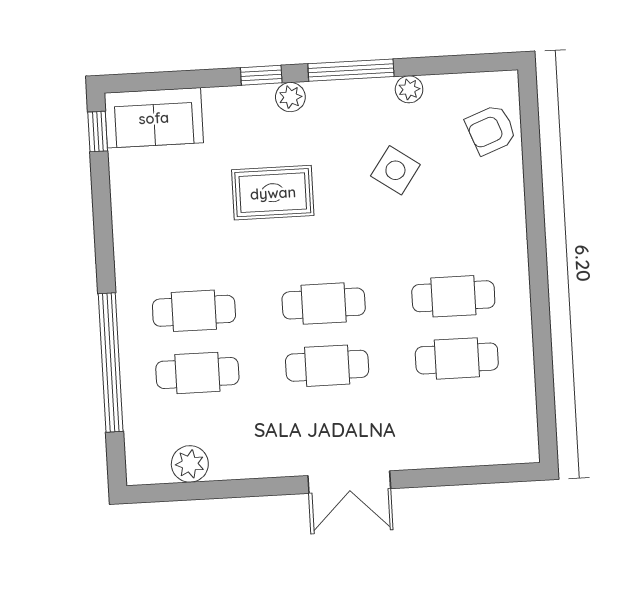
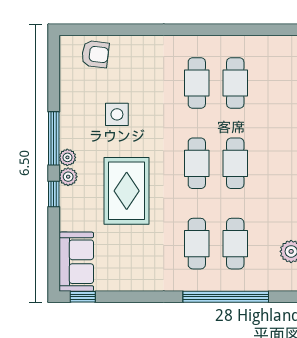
plant: (409, 89) -> (67, 157), moved
armchair: (491, 130) -> (95, 54), turned -62
side table: (395, 170) -> (117, 114), turned -35
rug: (273, 193) -> (127, 191), width x1.36, depth x1.43

